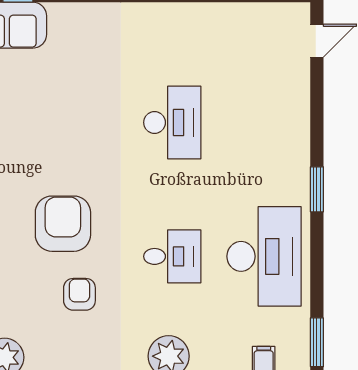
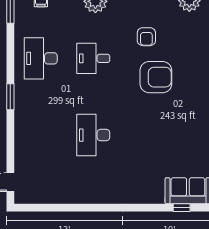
armchair: (63, 224) -> (156, 77), turned -90
desk: (264, 256) -> (41, 58), width x0.73, depth x0.77

